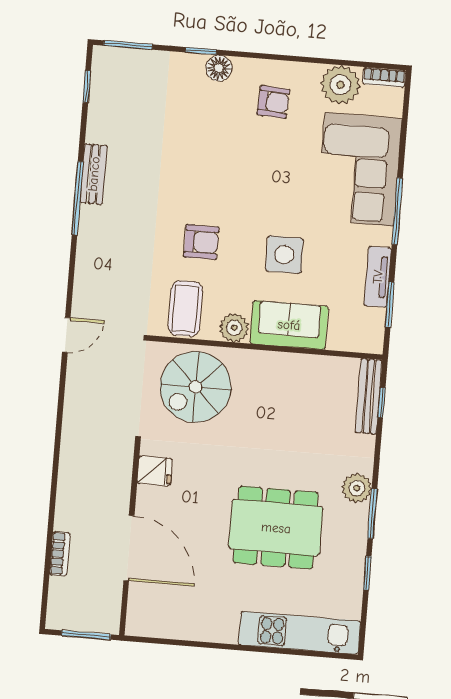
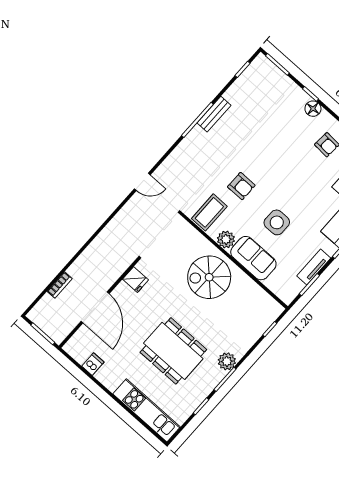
spiral stairs: (196, 387) -> (209, 277), moved
bench: (369, 396) -> (266, 321), removed
dishwasher: (182, 625) -> (93, 364), added

